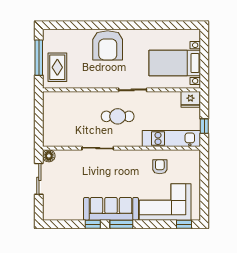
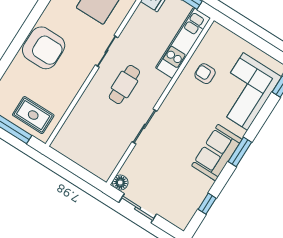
sofa: (111, 209) -> (217, 153), width x0.73
window: (93, 224) -> (207, 204), moved

